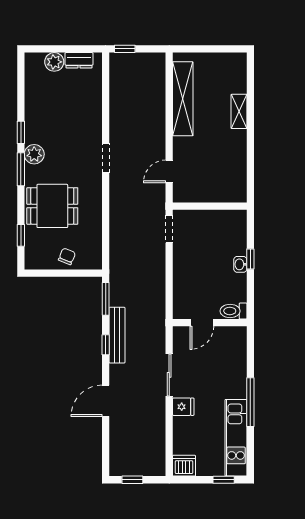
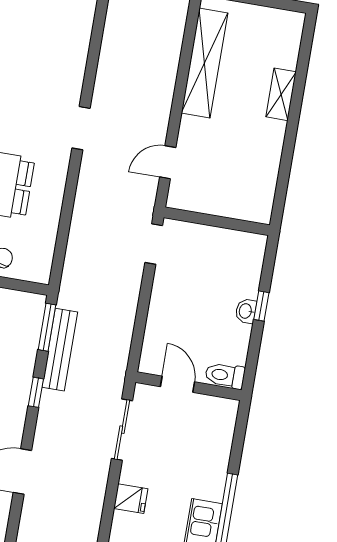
door: (202, 323) -> (177, 384), swing flipped
bench: (117, 335) -> (60, 350), moved
sliding door: (169, 375) -> (122, 430), moved

